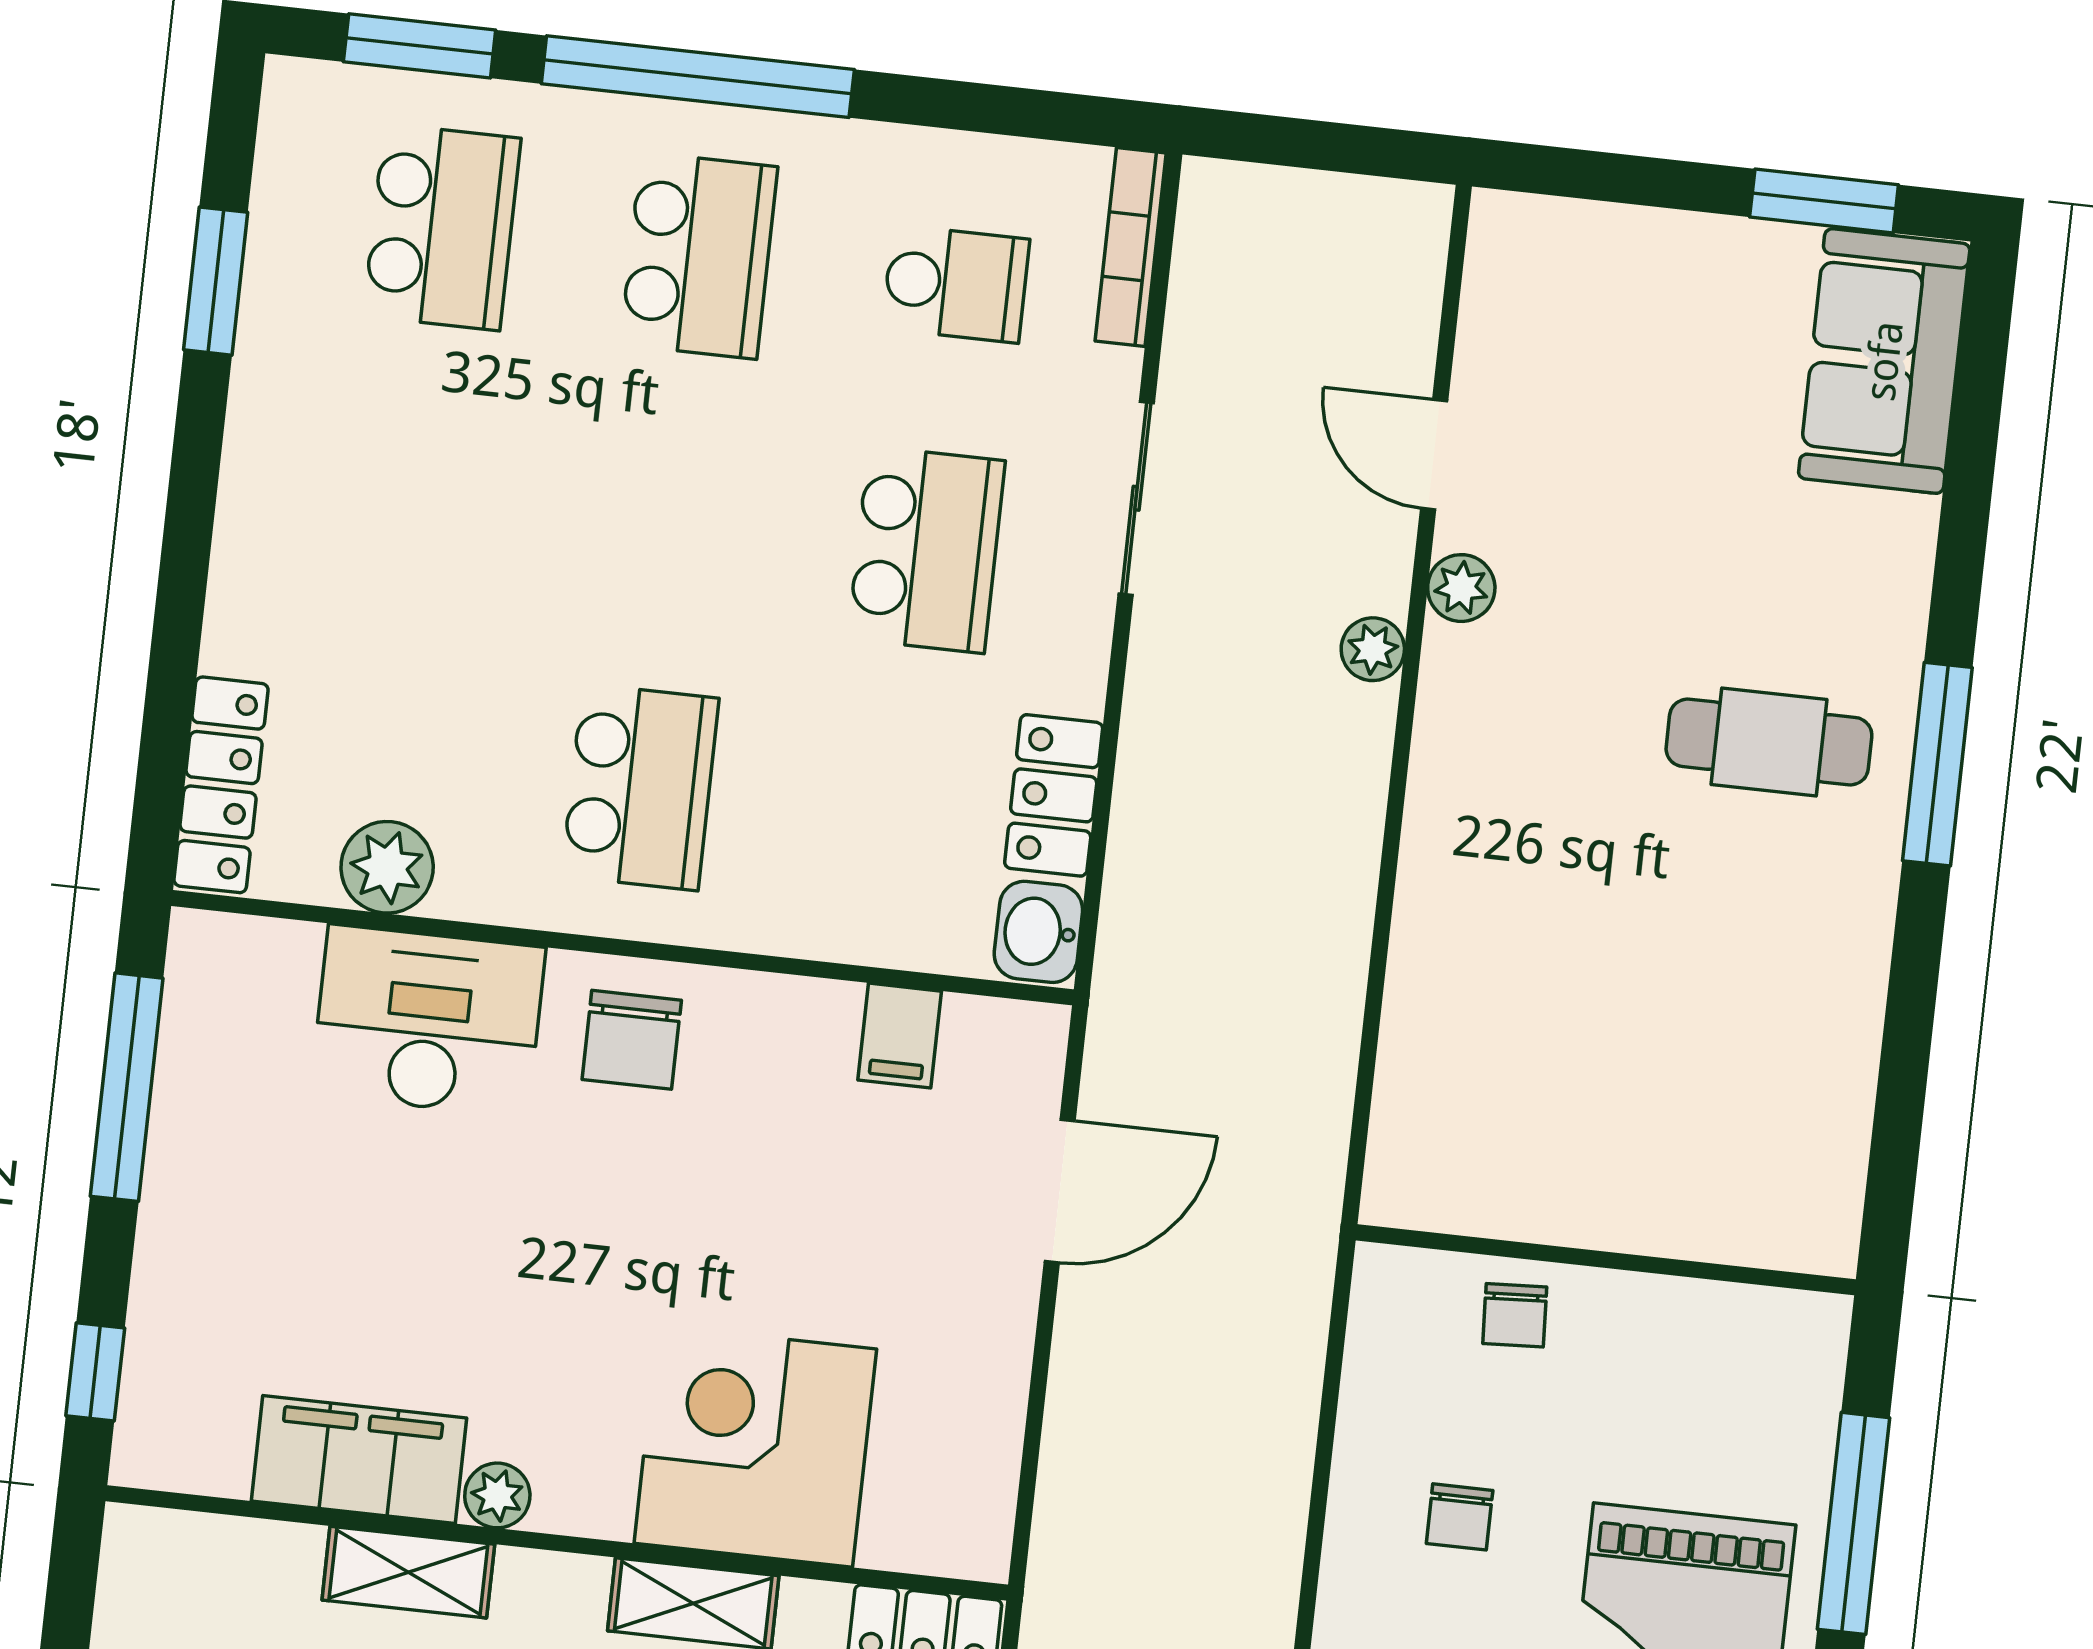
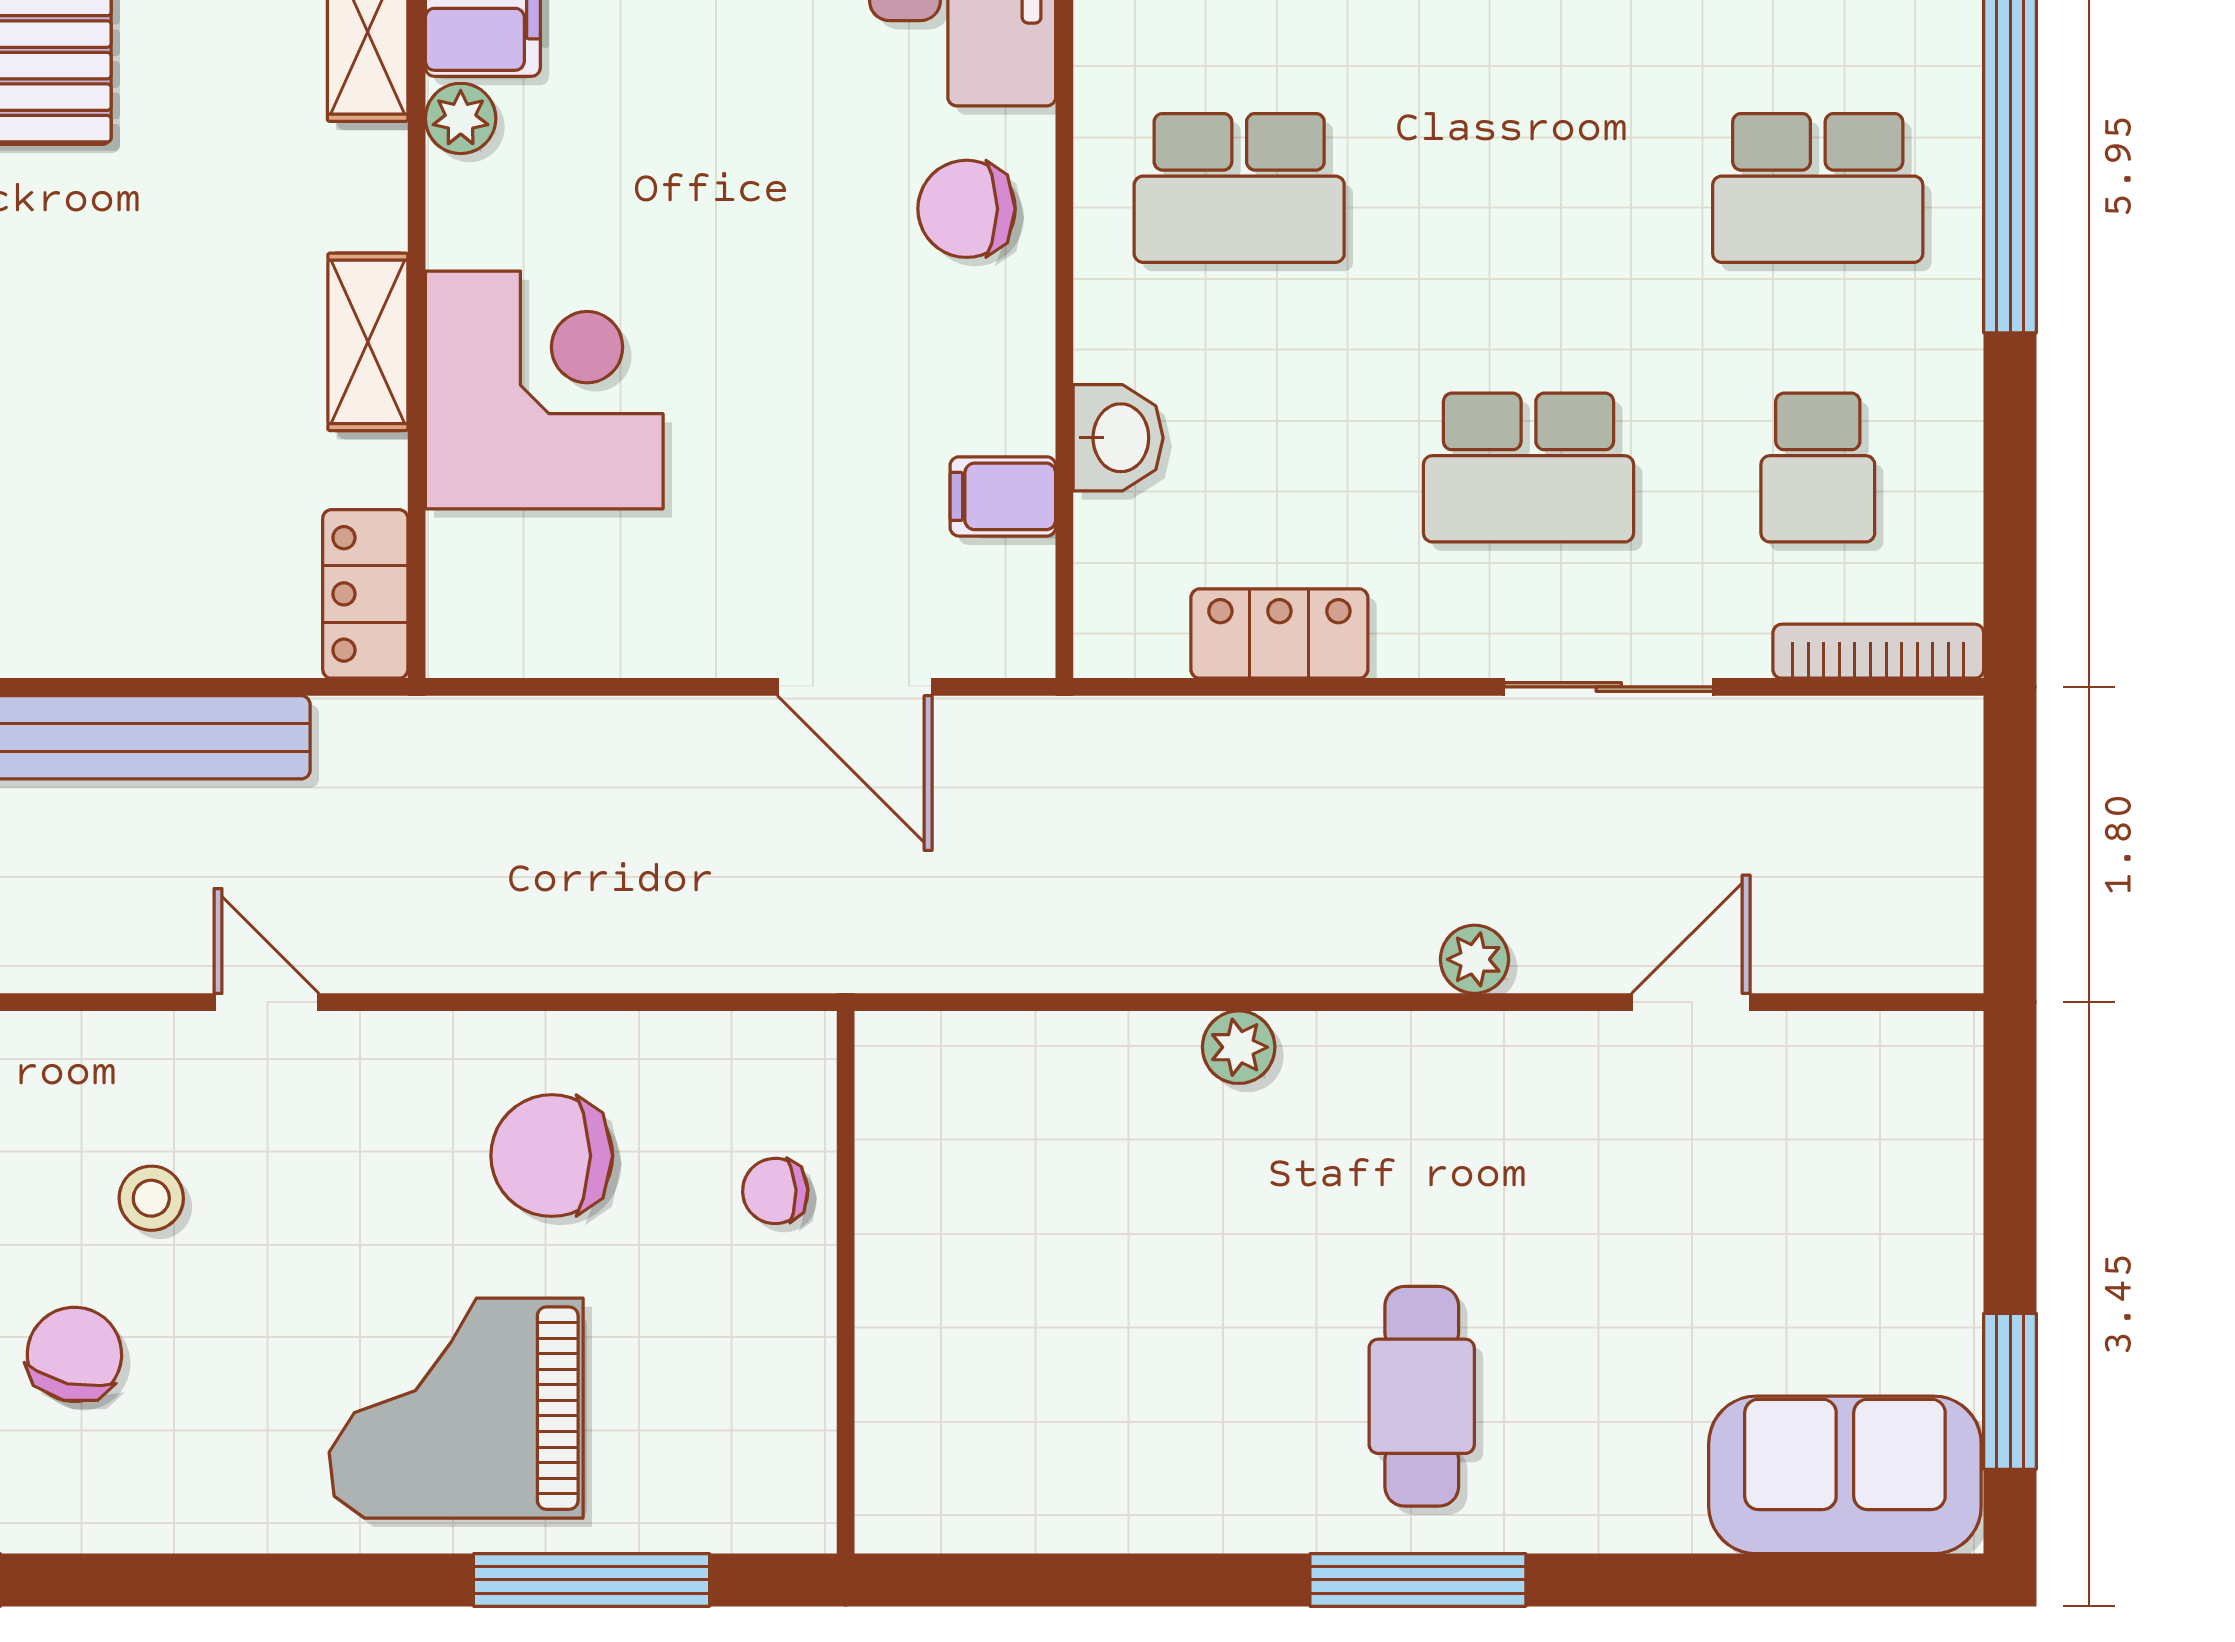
plant: (1461, 588) -> (1239, 1047), moved
washbasin: (1038, 932) -> (1118, 438), moved, turned 90
chair: (1460, 1517) -> (552, 1156), width x1.87, depth x1.87

